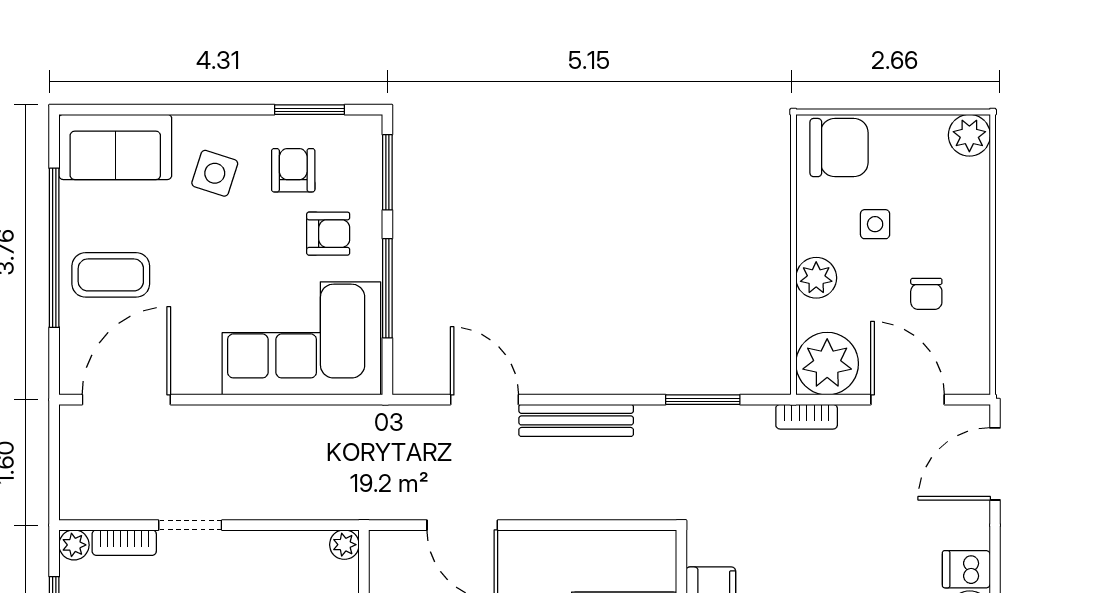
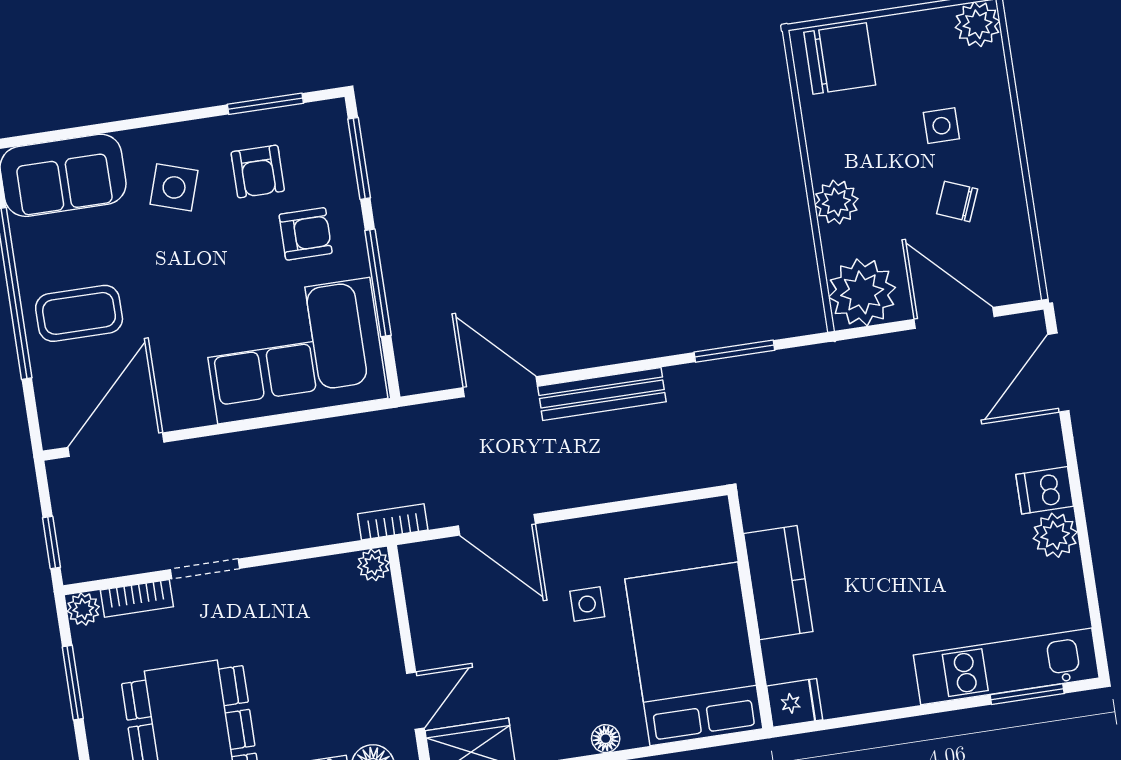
armchair: (293, 170) -> (258, 171), turned 180
side table: (875, 224) -> (941, 126), moved
chair: (926, 294) -> (957, 201), turned 112
bookcase: (807, 417) -> (393, 522), moved, turned 180
window: (54, 480) -> (52, 542), added

